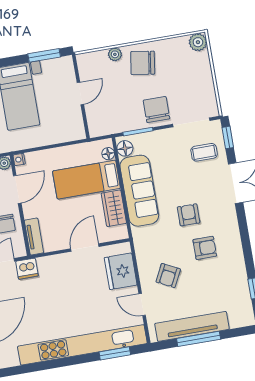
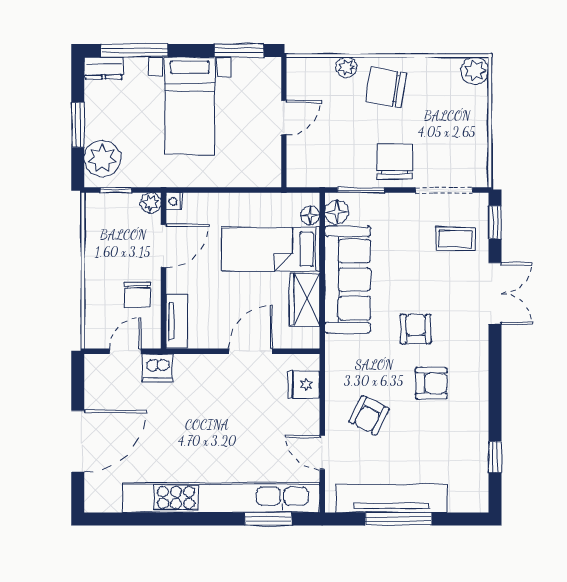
fridge: (121, 271) -> (304, 385), width x0.53, depth x0.75

